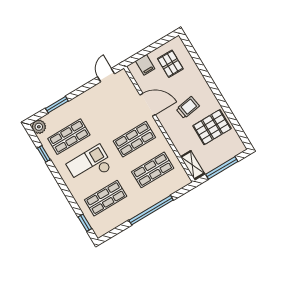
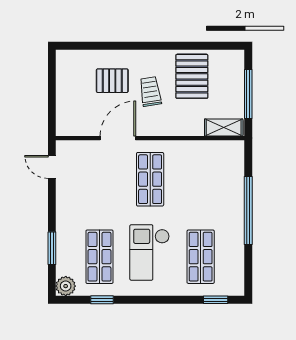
pallet: (170, 64) -> (112, 81), moved
filing cabinet: (145, 65) -> (68, 112), removed
shop shelf: (153, 170) -> (201, 179), removed

